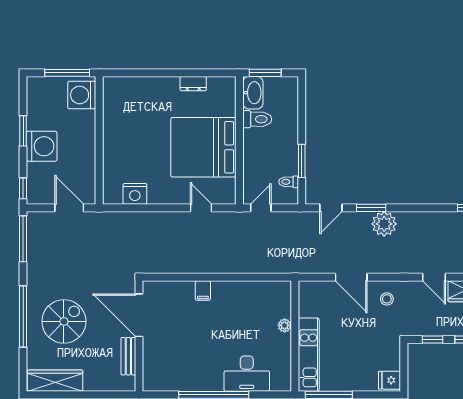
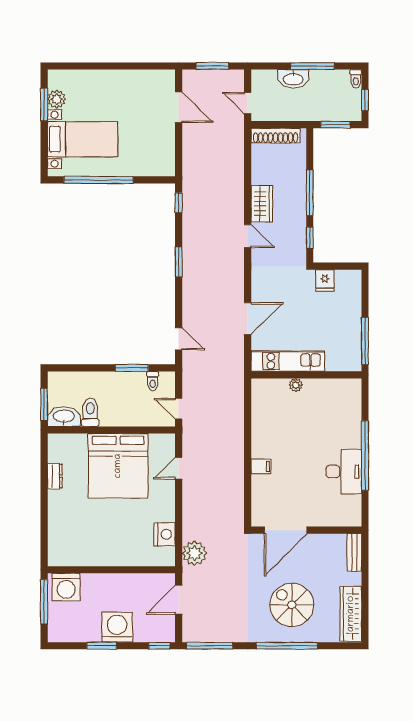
window: (371, 208) -> (179, 262), moved
plant: (384, 224) -> (195, 553), moved
door: (434, 277) -> (248, 236), hinge flipped
stool: (387, 299) -> (269, 283), removed
kitchen unit: (309, 355) -> (288, 361), moved
bench: (128, 356) -> (354, 552), moved, turned 90
desk: (247, 374) -> (344, 472), moved
fridge: (389, 380) -> (325, 280), moved

